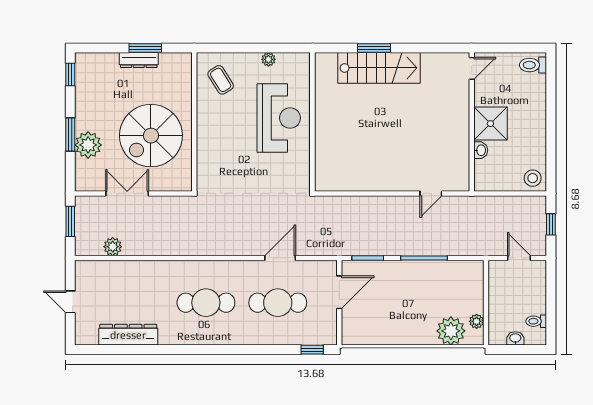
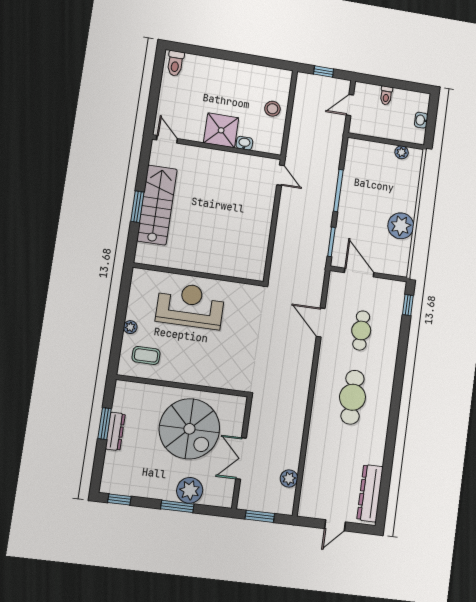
plant: (268, 59) -> (130, 327), moved
door: (472, 68) -> (167, 139), moved
coffee table: (221, 80) -> (146, 355), turned 32
wall: (472, 122) -> (217, 147), moved
shower: (490, 124) -> (221, 130), moved
washbasin: (481, 150) -> (244, 143), moved
stool: (533, 178) -> (272, 109), moved
cafe table: (278, 303) -> (361, 330), width x0.73, depth x0.74
toilet: (536, 321) -> (386, 95), moved
plant: (451, 331) -> (401, 226), moved
dresser: (128, 335) -> (370, 493), moved

